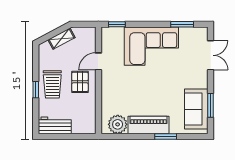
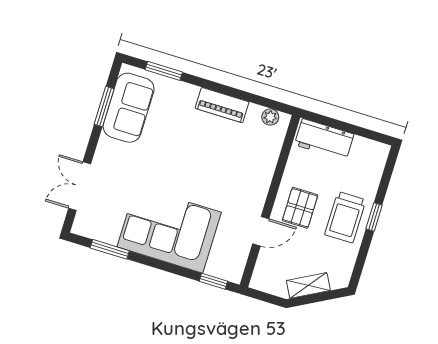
trolley: (52, 84) -> (345, 217), turned 180
plant: (118, 124) -> (270, 117), width x0.53, depth x0.53
workbench: (55, 125) -> (324, 139), moved
piano: (148, 125) -> (222, 105), width x0.73, depth x0.75
window: (166, 136) -> (164, 71), moved

